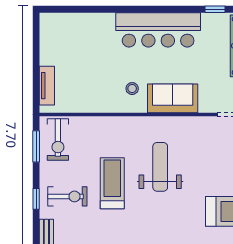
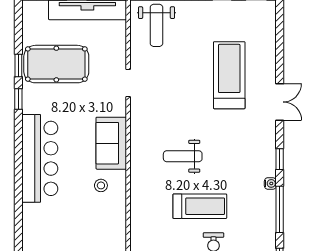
weight bench: (160, 167) -> (183, 156), width x0.73, depth x0.75
treadmill: (112, 183) -> (200, 206), turned 180

